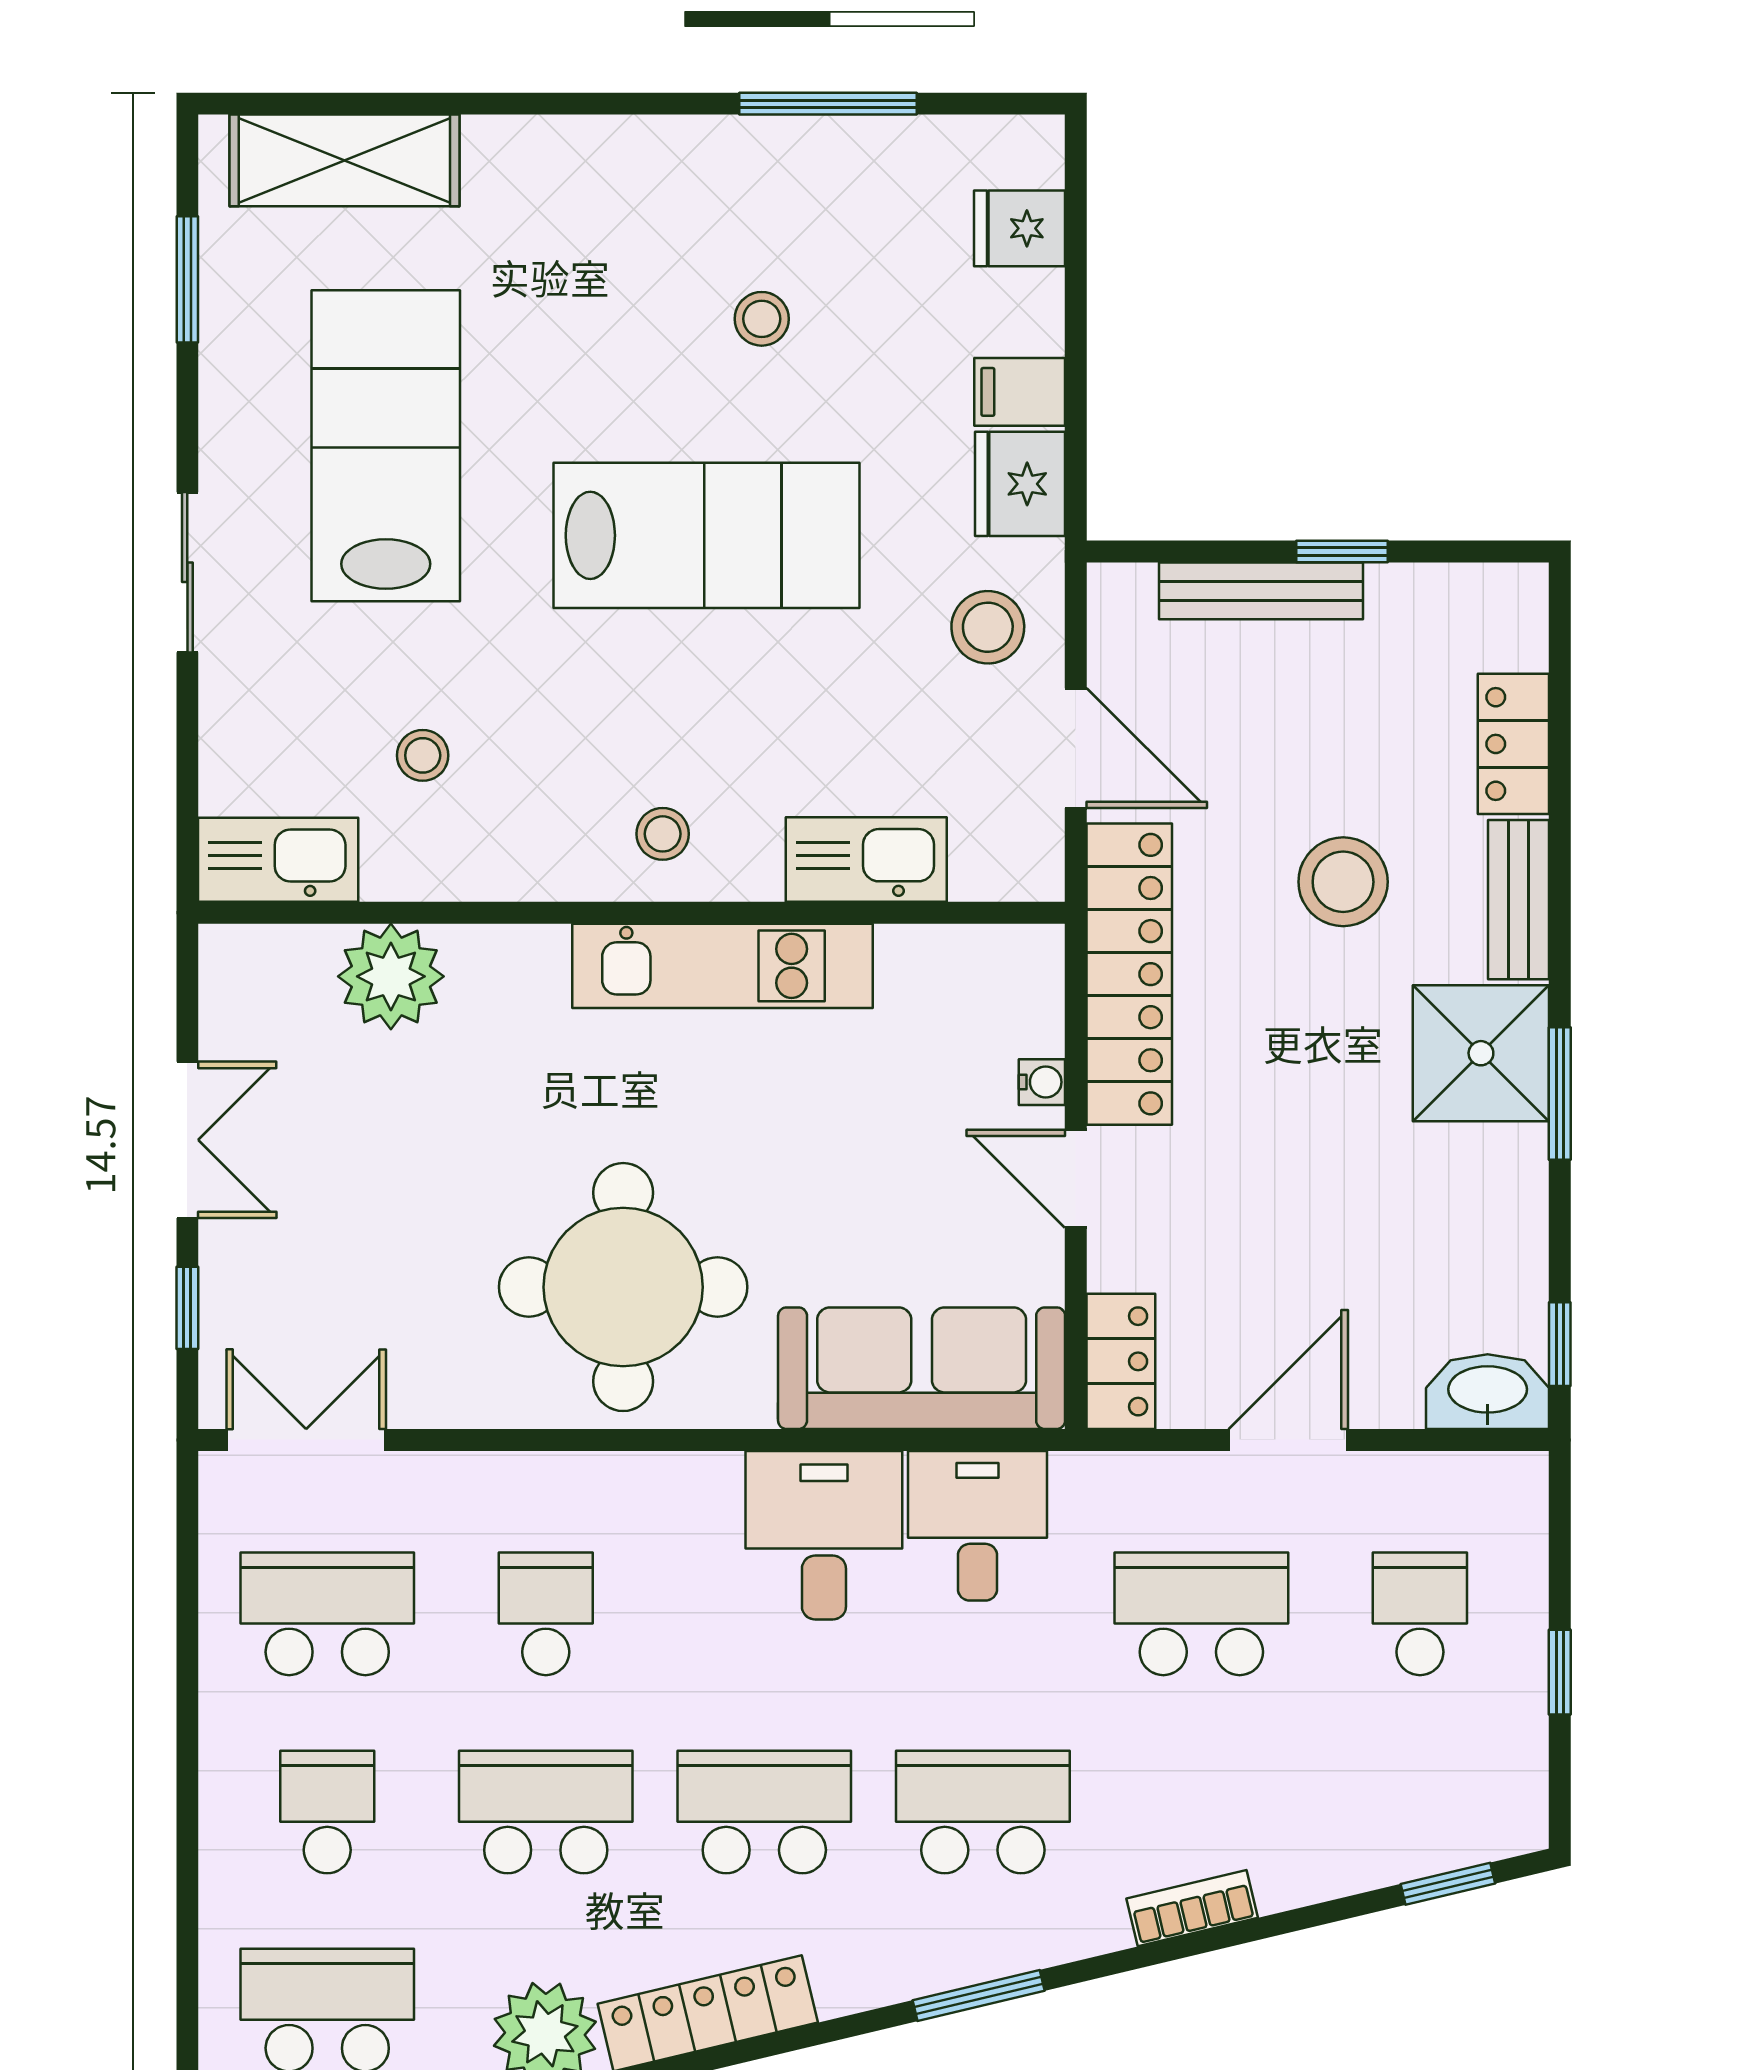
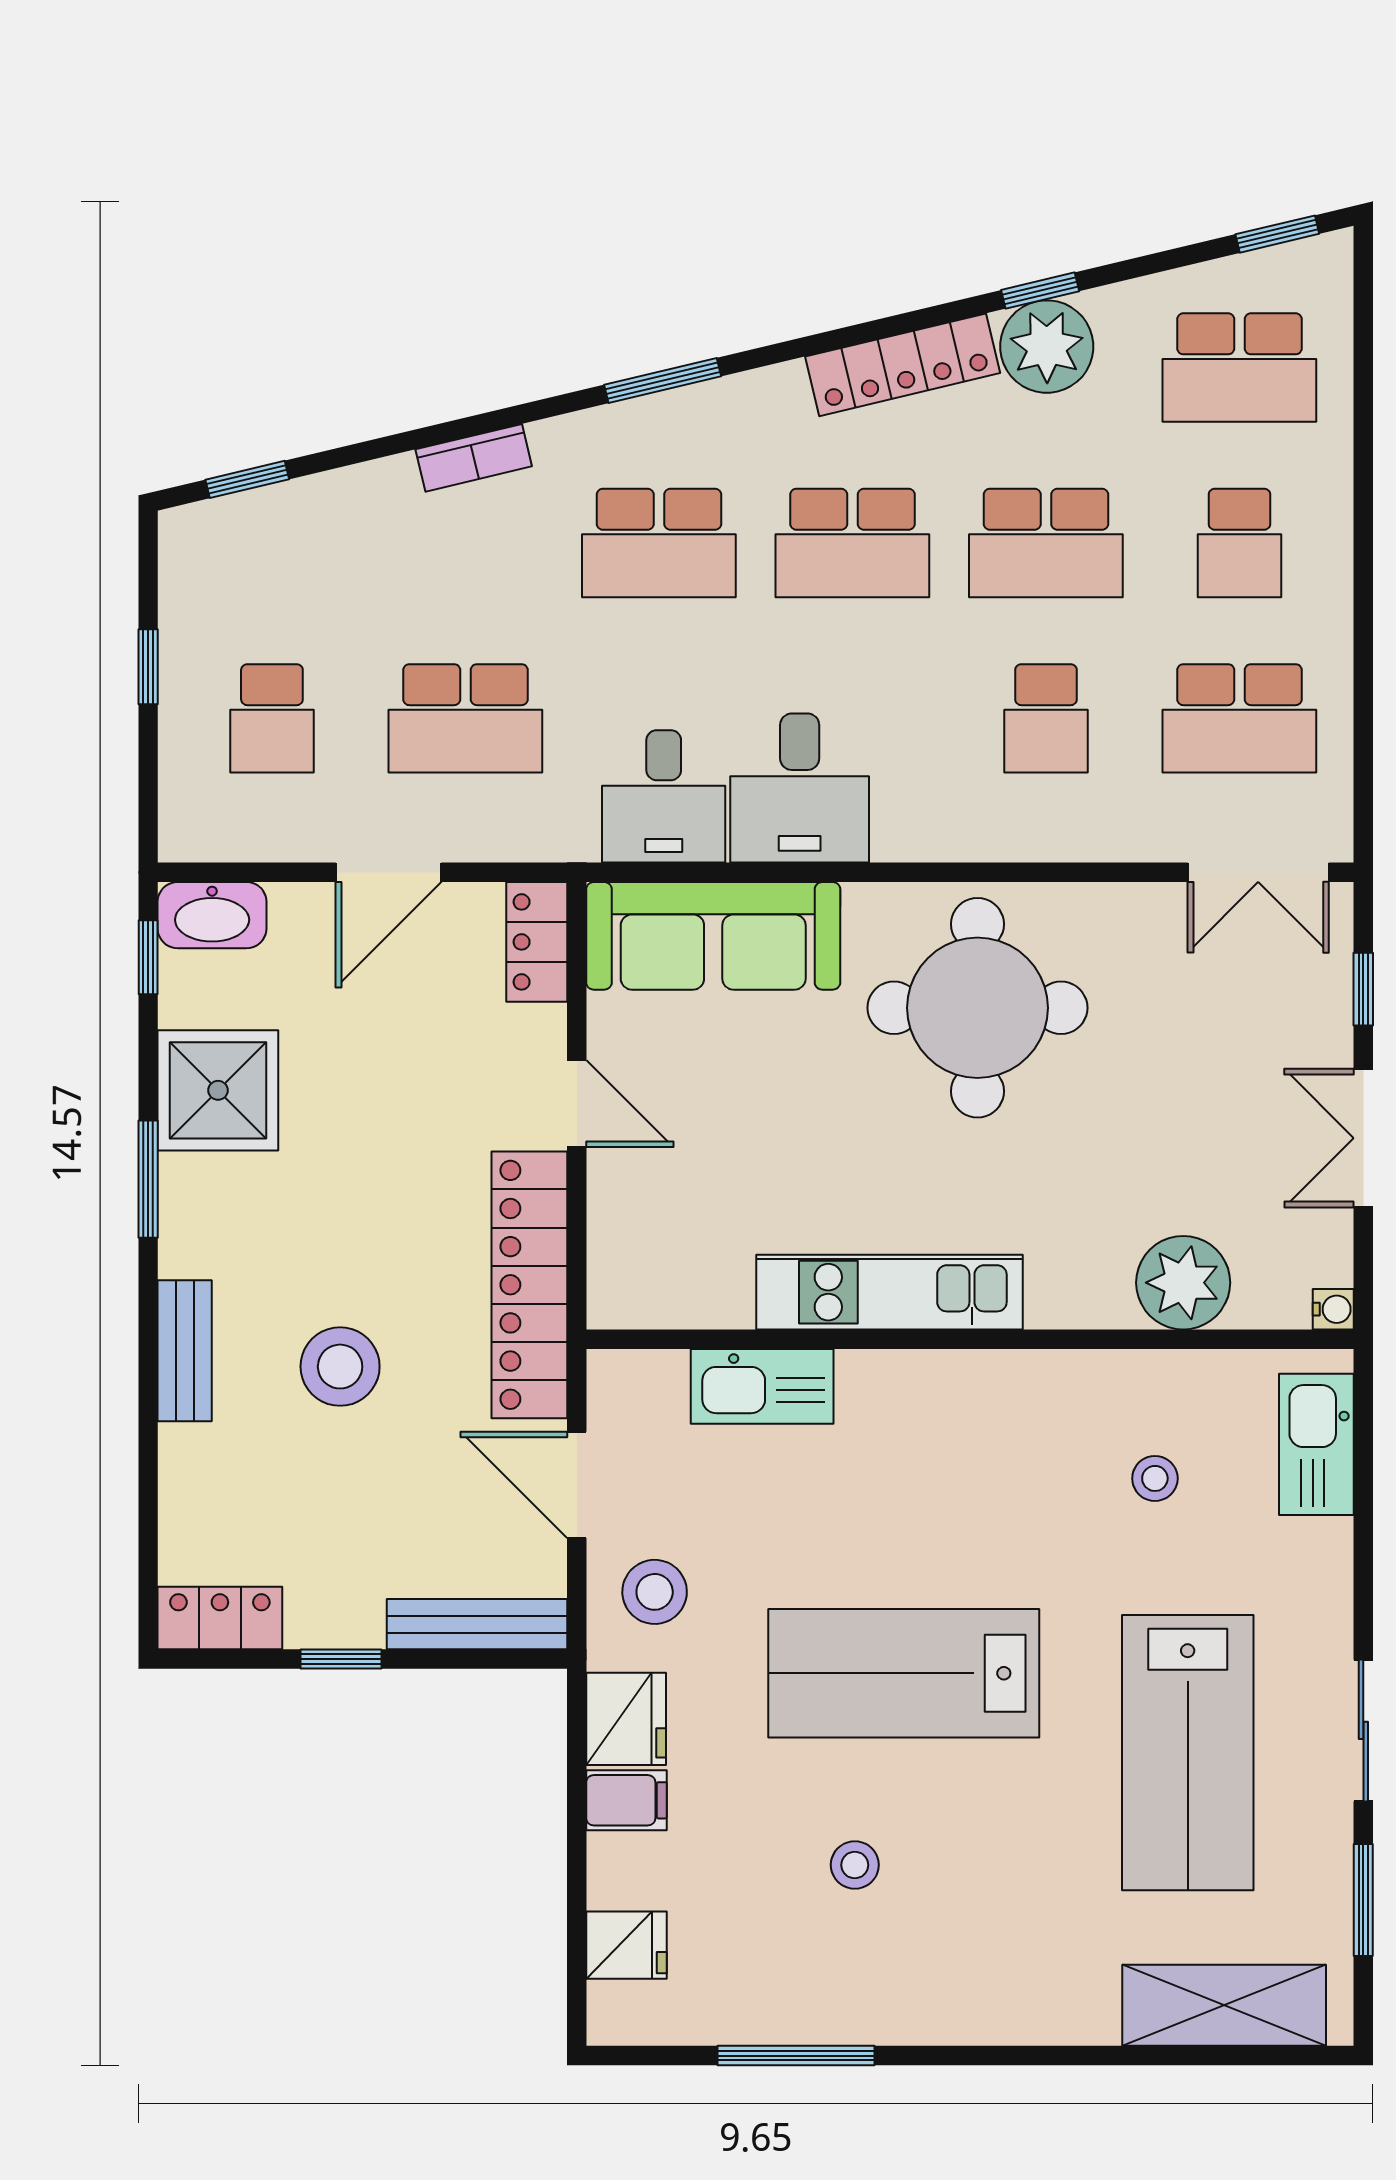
sliding door: (187, 572) -> (1363, 1730), moved
bench: (1261, 591) -> (477, 1624), moved
locker: (1513, 744) -> (220, 1618), moved, turned -90
stool: (663, 834) -> (943, 1409), removed
kitchen sink: (278, 860) -> (1316, 1444), moved, turned 90
shower: (1481, 1053) -> (218, 1090), moved
water cooler: (1042, 1082) -> (1333, 1309), moved, turned 180

